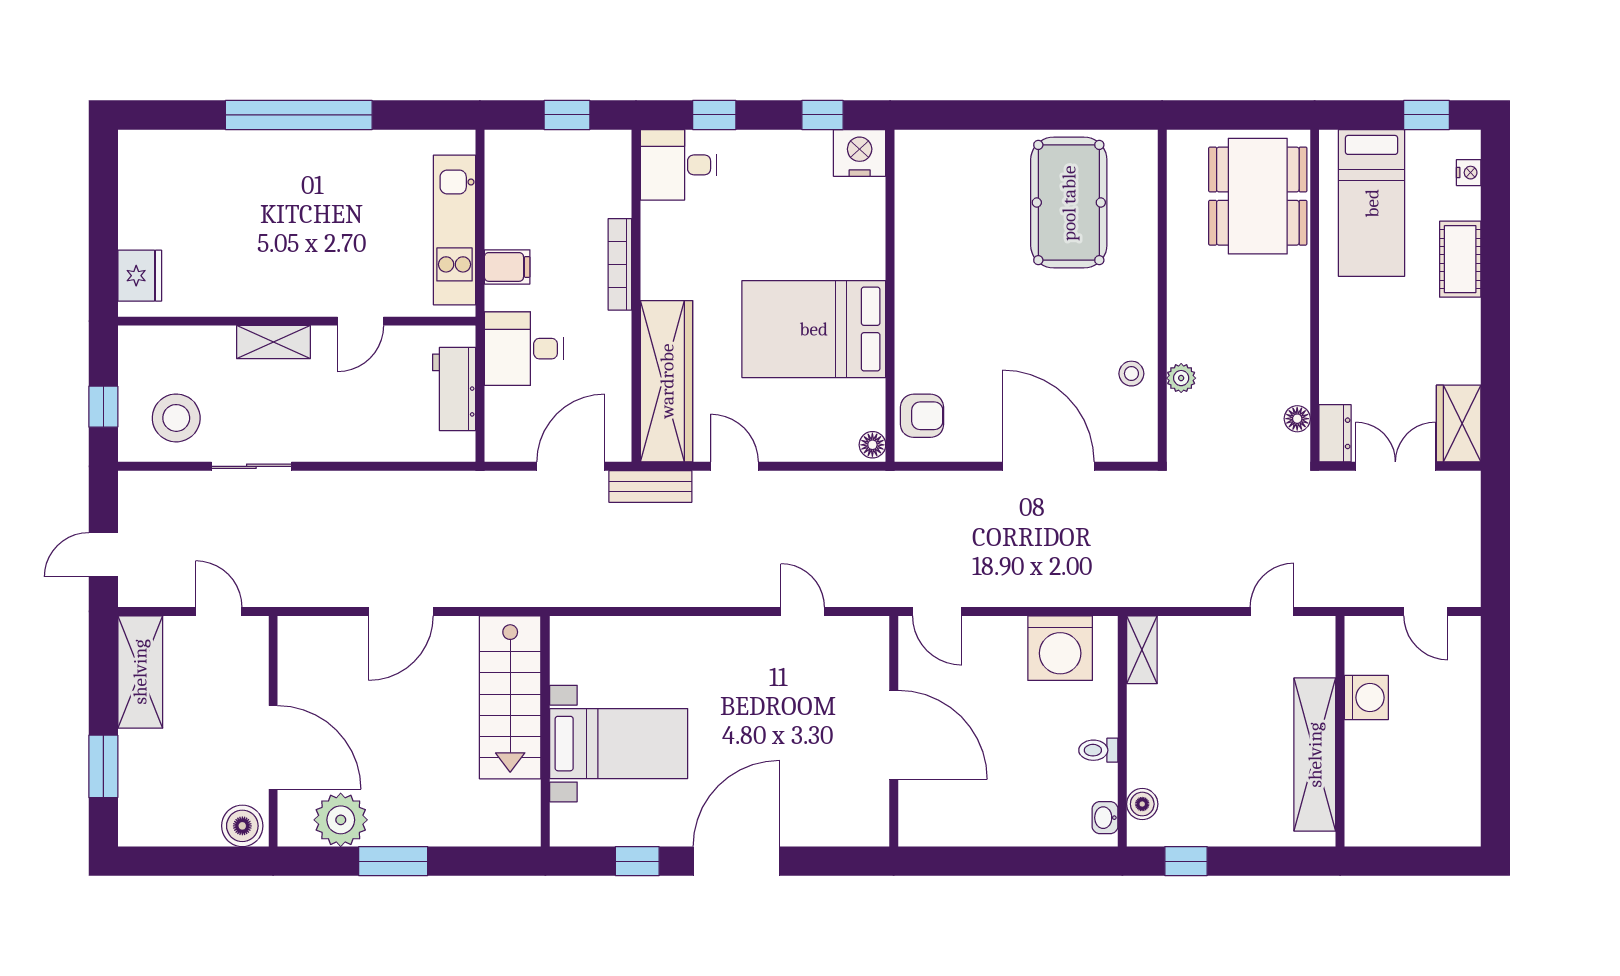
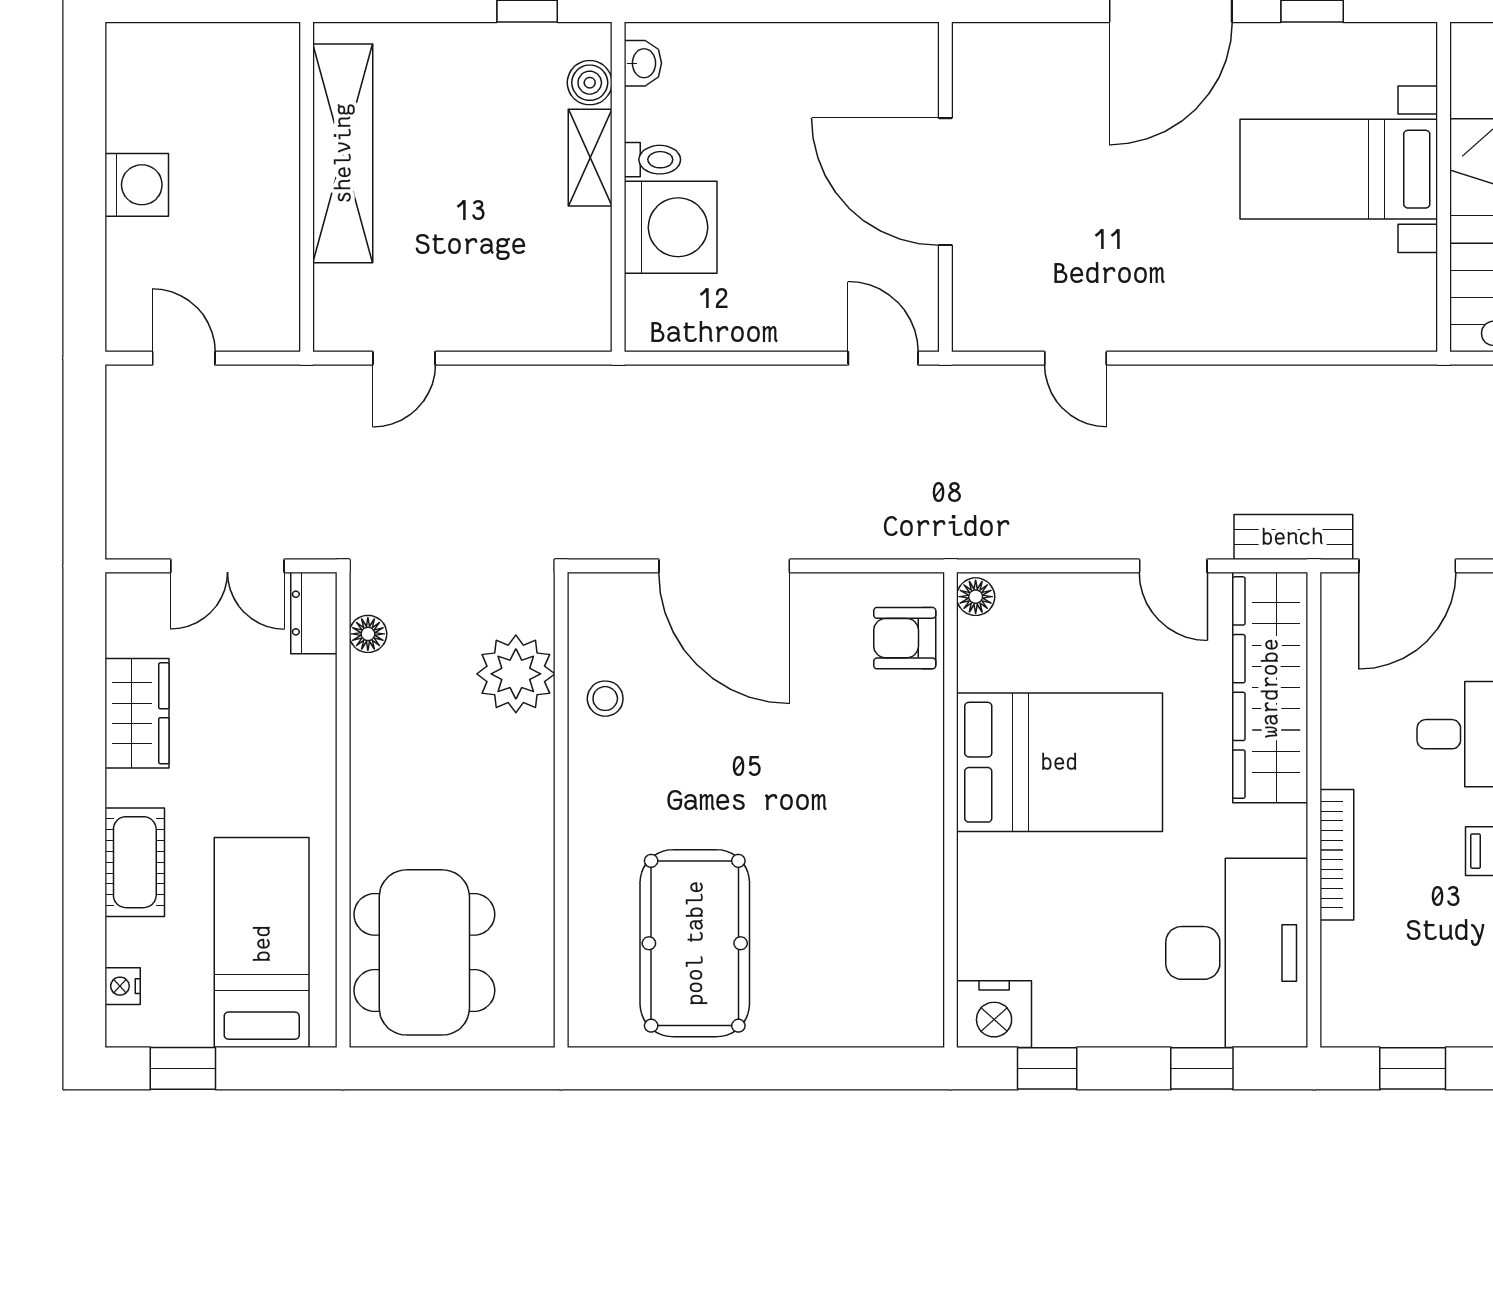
desk: (679, 165) -> (1237, 953), width x1.87, depth x1.30
plant: (1181, 378) -> (516, 674), width x1.87, depth x1.87
wardrobe: (1459, 424) -> (137, 713), moved
washing machine: (1060, 648) -> (671, 227), moved, turned 90
shelving: (1142, 650) -> (590, 158), moved
washing machine: (1366, 698) -> (137, 185), moved, turned 180

